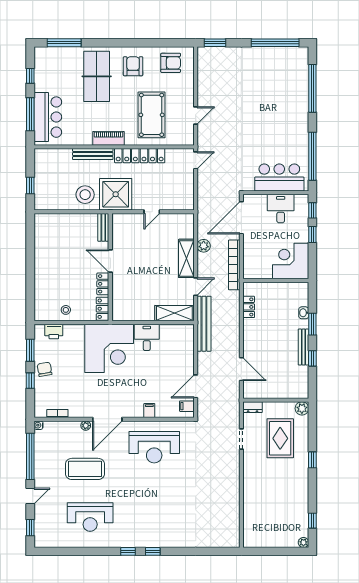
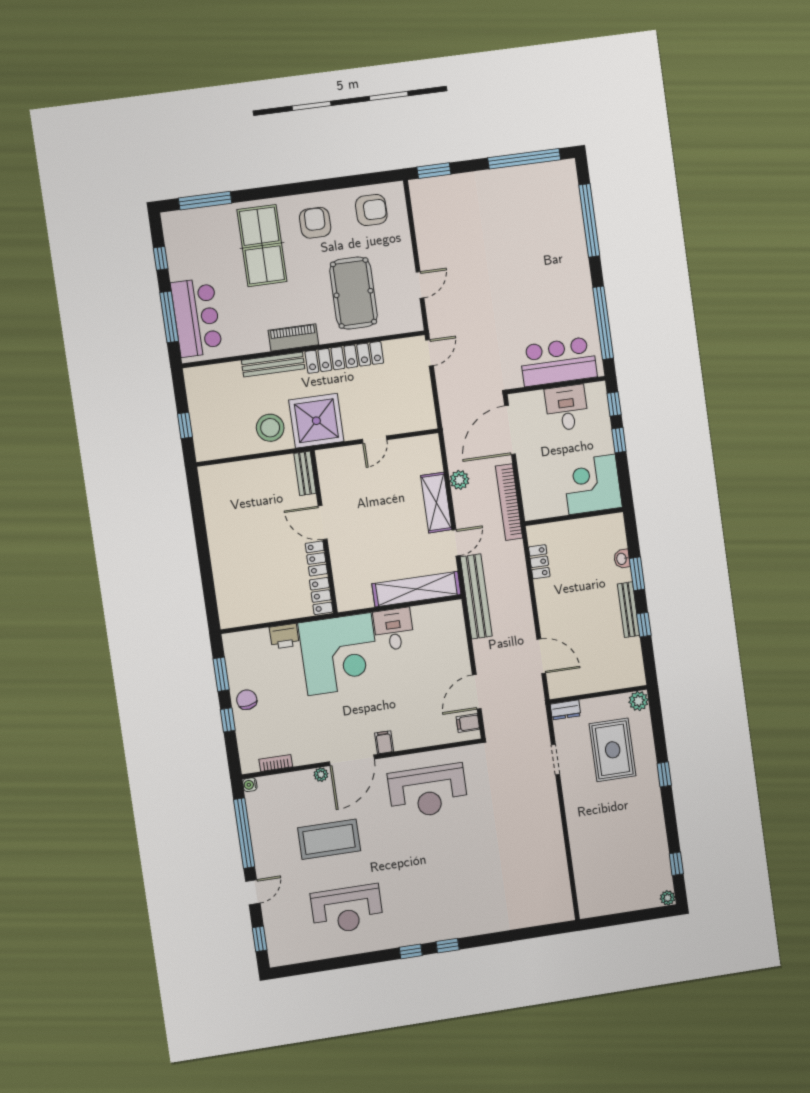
stool: (66, 310) -> (266, 606), removed
shelving: (174, 313) -> (416, 589), width x1.47
printer: (54, 331) -> (284, 636), moved
filing cabinet: (149, 411) -> (384, 742), moved

